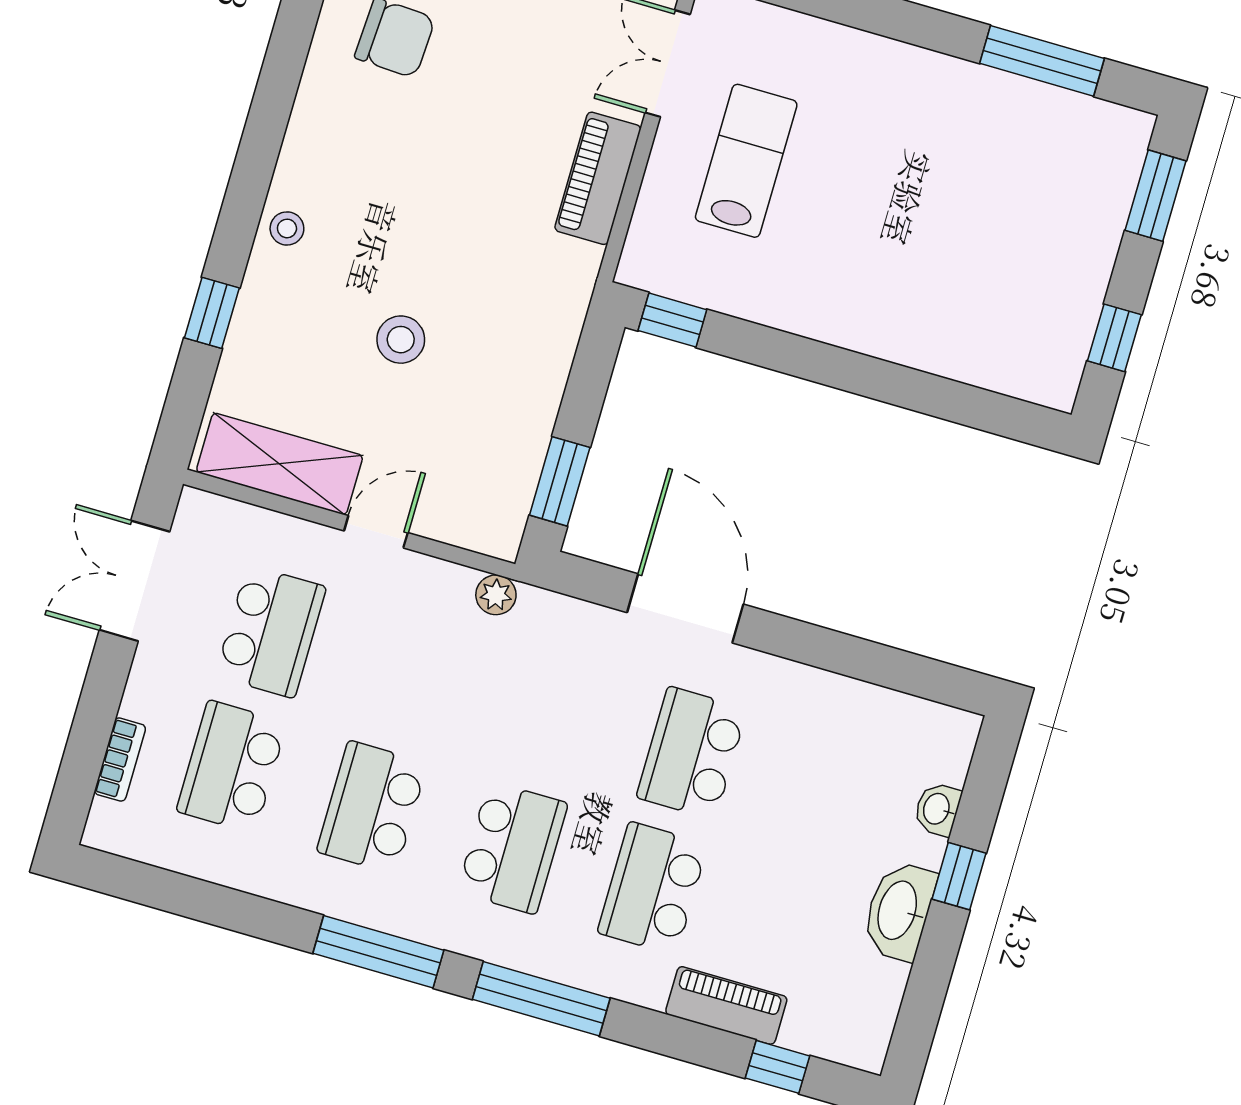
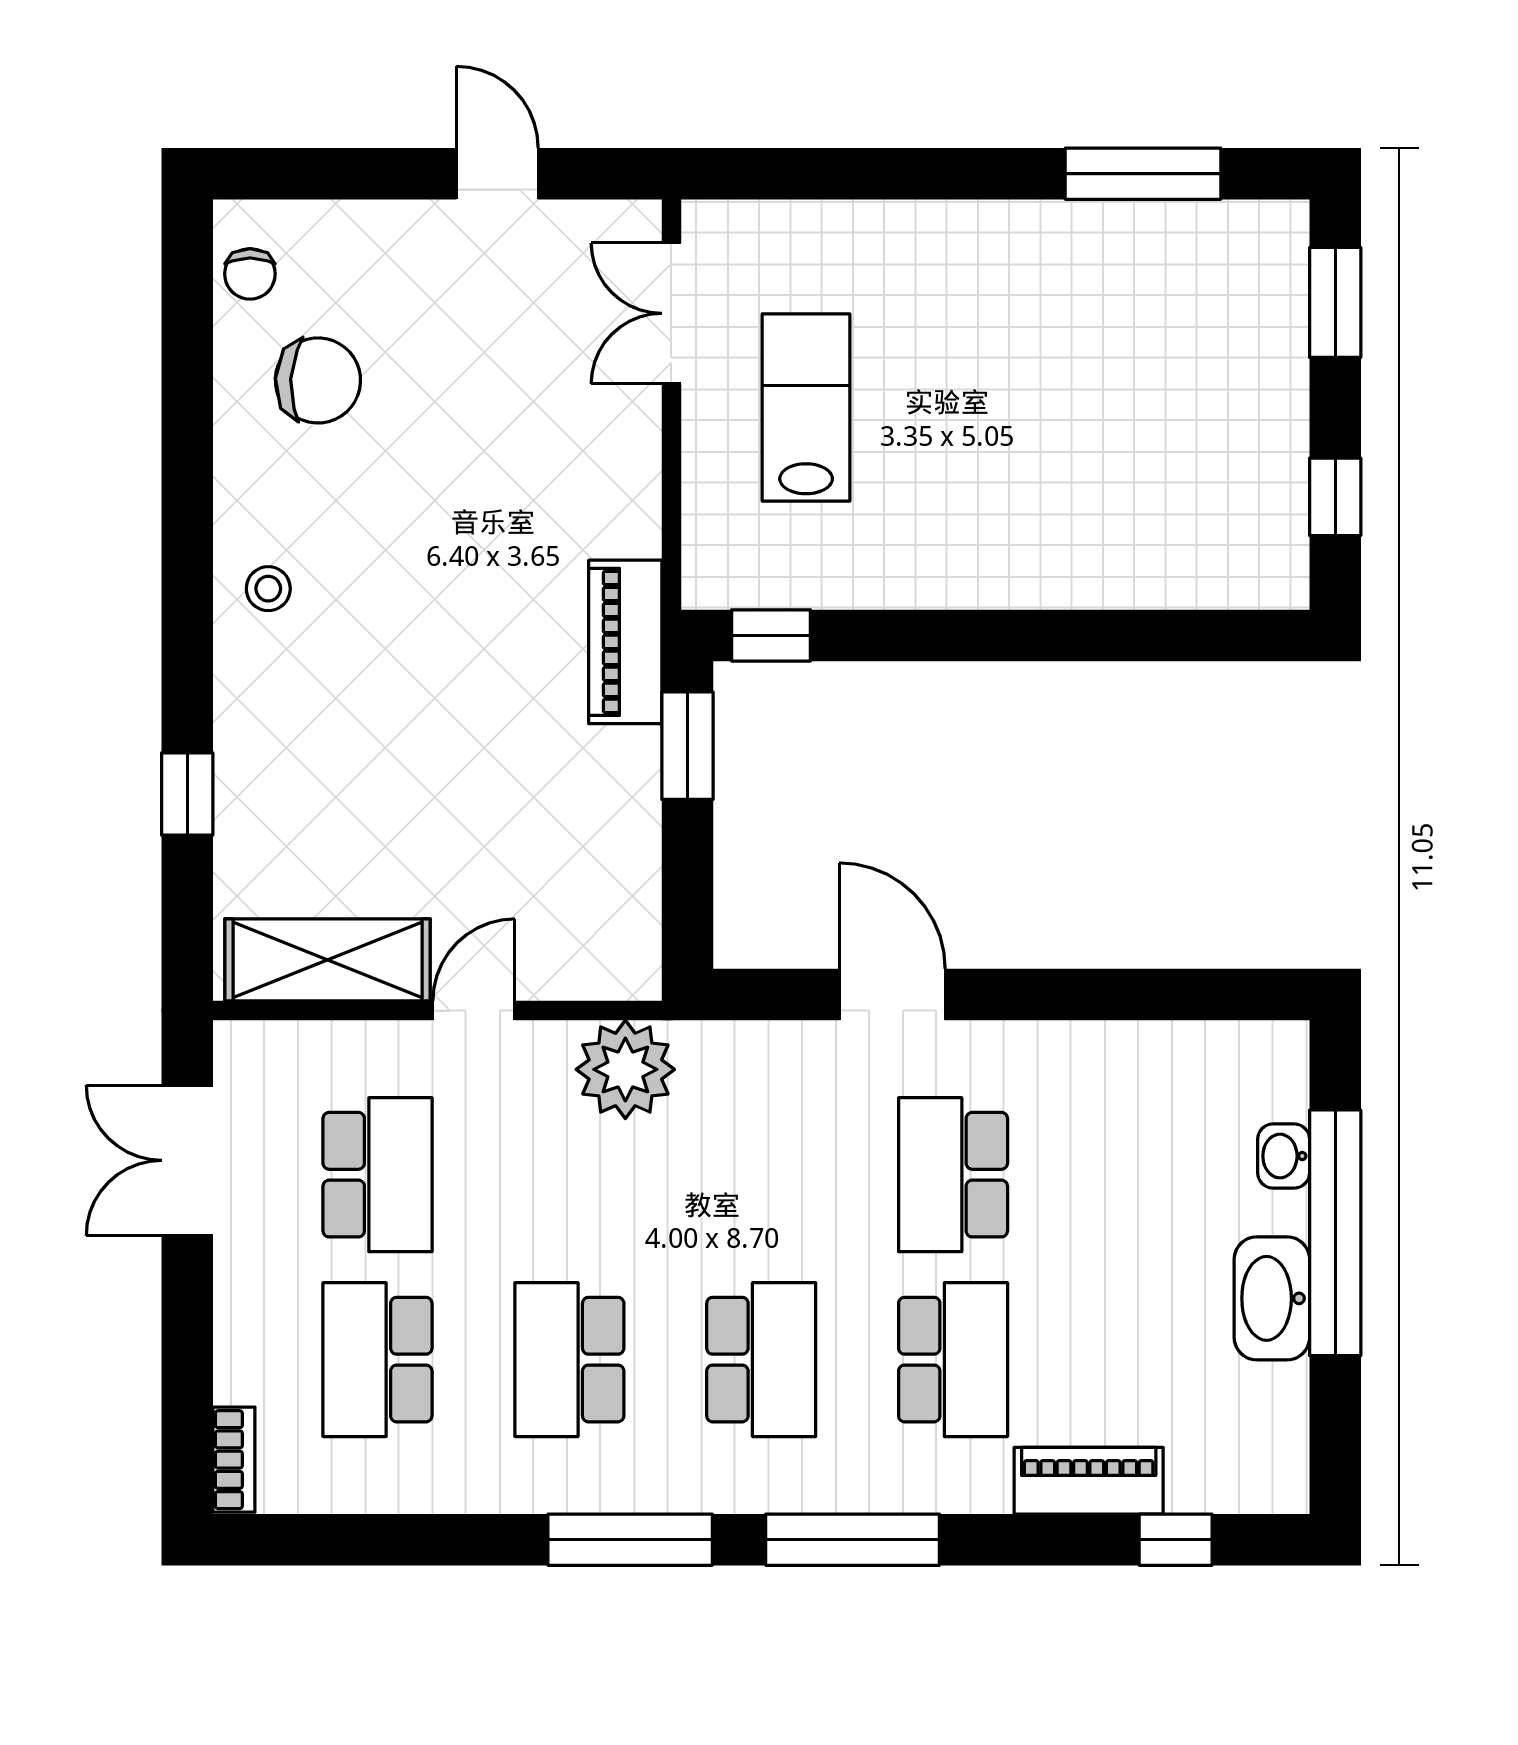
piano: (598, 178) -> (625, 642), moved
stool: (287, 228) -> (268, 589), moved
stool: (401, 340) -> (435, 759), removed
window: (560, 481) -> (687, 746), moved
plant: (496, 595) -> (625, 1069), width x1.88, depth x1.88
door: (685, 608) -> (892, 995), width x0.73
bookcase: (120, 760) -> (234, 1460), moved
window: (959, 876) -> (1335, 1233), width x3.17
school desk: (653, 888) -> (953, 1360), turned 180

